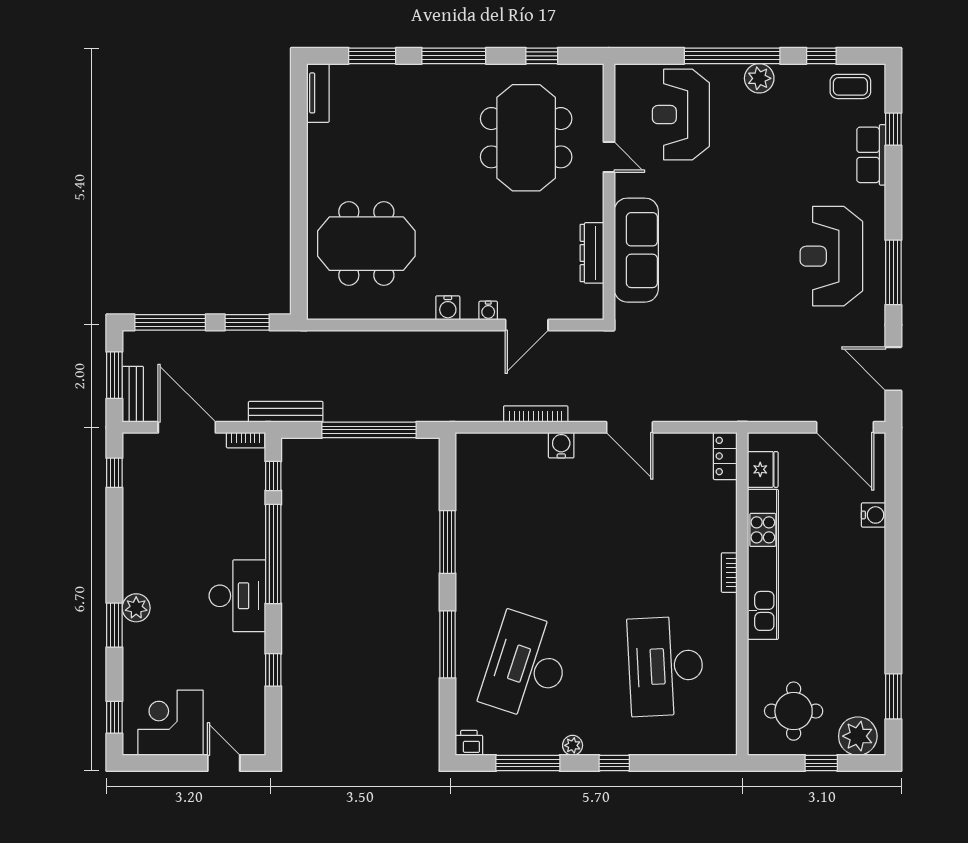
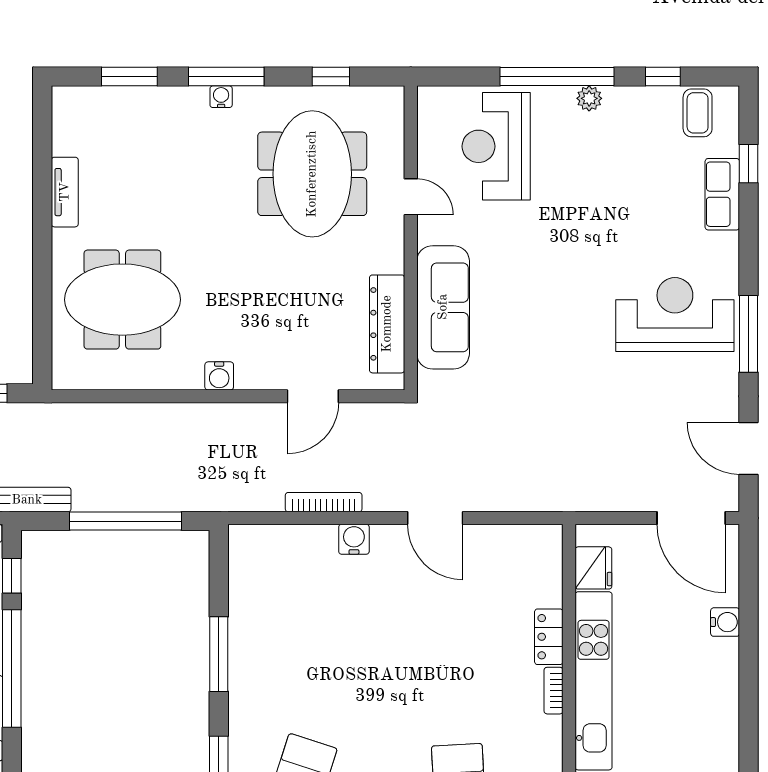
plant: (759, 78) -> (589, 98), width x0.73, depth x0.73
coffee table: (850, 86) -> (698, 113), turned 90
tv unit: (318, 93) -> (65, 192), moved
dresser: (592, 253) -> (387, 324), width x1.37, depth x1.24
reception desk: (831, 256) -> (675, 315), turned 90
water cooler: (488, 310) -> (221, 97), moved, turned 180
locker: (725, 456) -> (549, 637), moved

